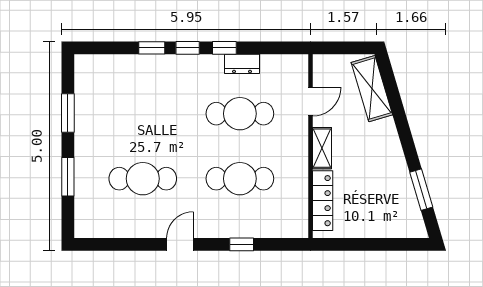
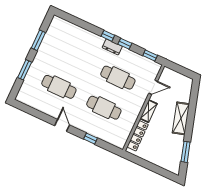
window: (152, 48) -> (150, 55), moved
dresser: (242, 64) -> (112, 47), moved
shelving: (372, 89) -> (181, 118), moved
door: (180, 244) -> (62, 125), hinge flipped

